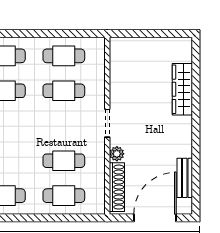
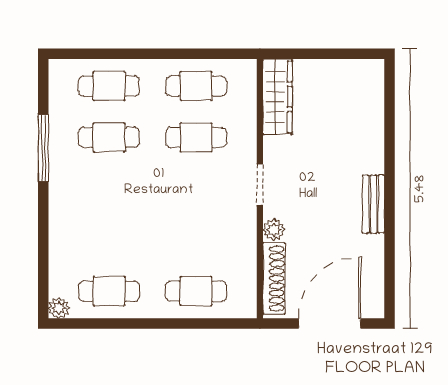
wardrobe: (182, 89) -> (278, 97), moved, turned 180
cafe table: (64, 161) -> (196, 240), removed
bench: (185, 178) -> (373, 204), moved

